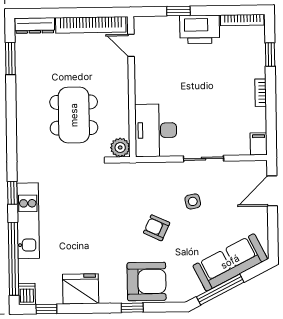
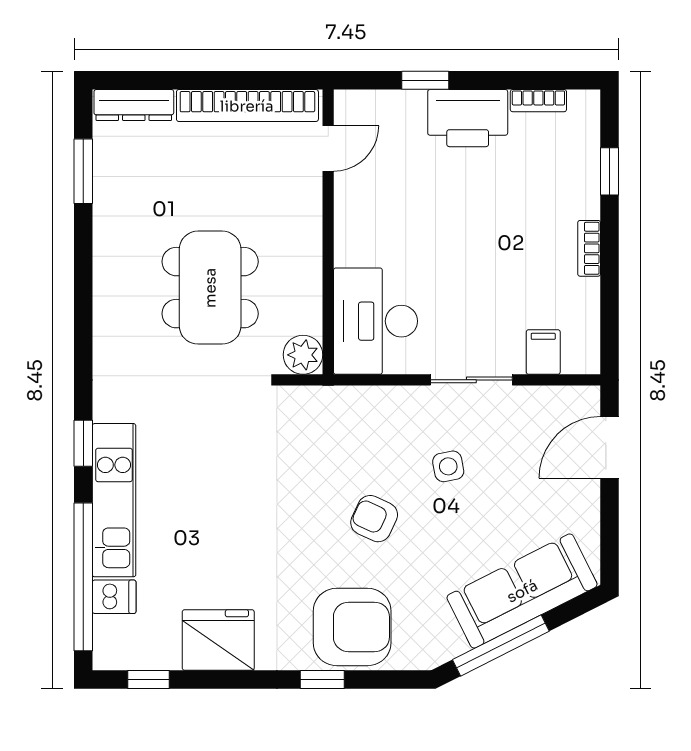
bookcase: (242, 20) -> (538, 101), width x0.64
door: (131, 45) -> (328, 148), swing flipped
filing cabinet: (259, 144) -> (543, 352), moved
dishwasher: (27, 294) -> (114, 597), moved, turned 90

